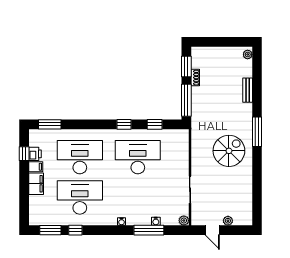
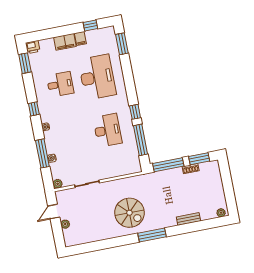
window: (155, 124) -> (141, 140), width x2.17
printer: (35, 154) -> (33, 47), moved
desk: (138, 157) -> (107, 130), width x0.73, depth x0.77
desk: (80, 197) -> (60, 84), width x0.53, depth x0.77
window: (75, 230) -> (34, 109), moved

